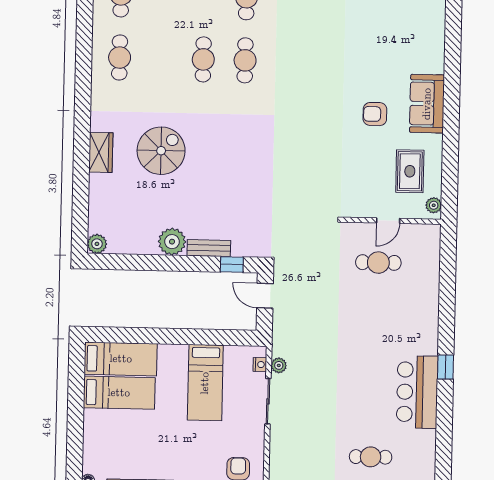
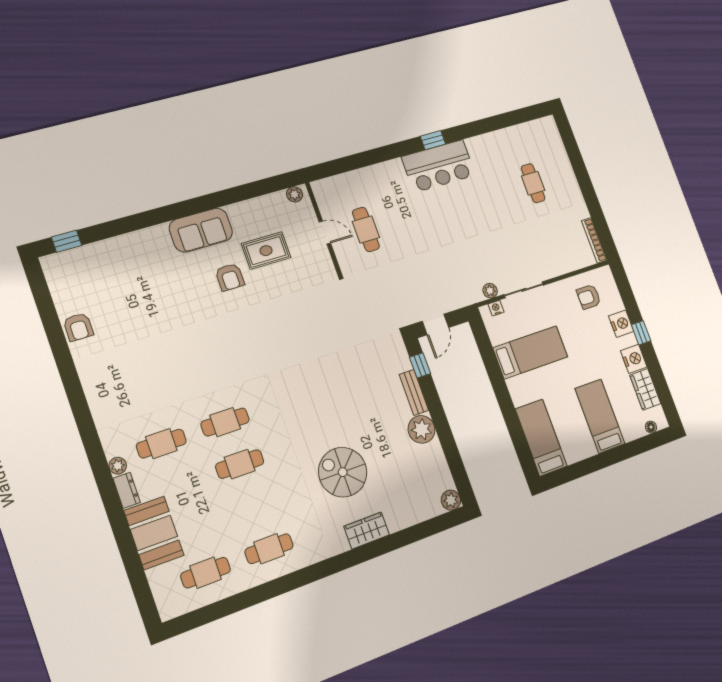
rug: (410, 171) -> (266, 251), moved
bar counter: (417, 392) -> (439, 166), moved
bed: (119, 393) -> (600, 416), moved

